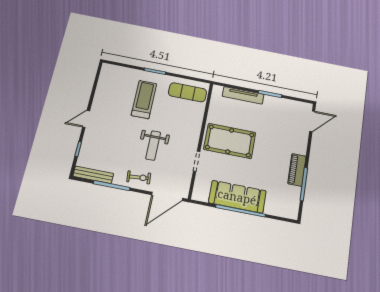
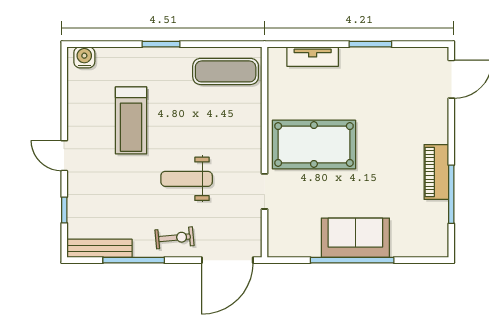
water cooler: (111, 70) -> (84, 57), added
tv unit: (243, 95) -> (313, 57), width x0.71
treadmill: (144, 99) -> (131, 120), moved, turned 180
door: (86, 119) -> (64, 156), hinge flipped
weight bench: (153, 146) -> (187, 179), turned 90
sofa: (237, 197) -> (355, 238), width x0.73

